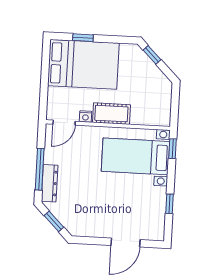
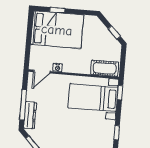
window: (152, 55) -> (114, 33), moved
cot: (111, 114) -> (105, 68), moved

